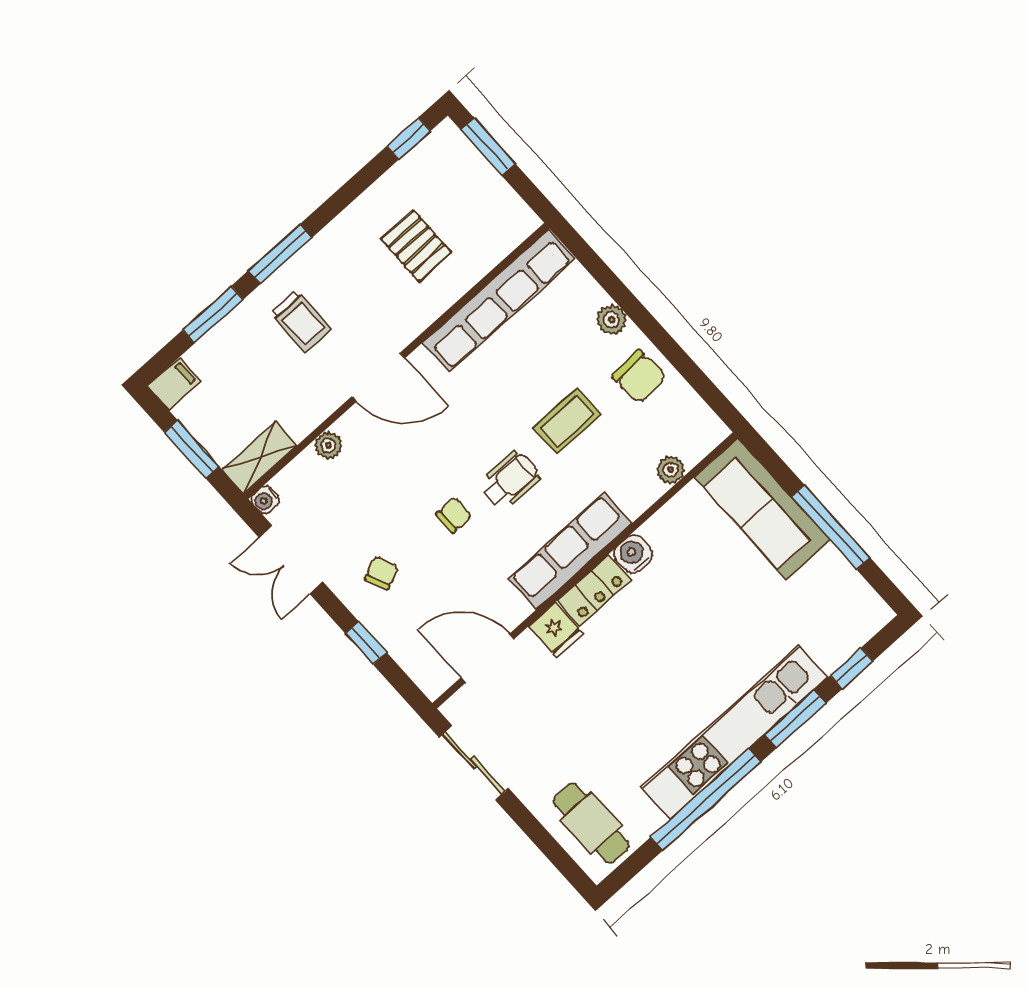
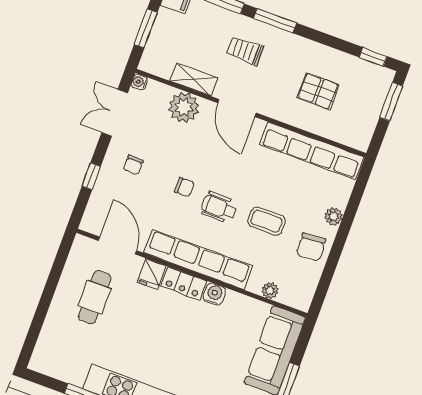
pallet: (416, 246) -> (318, 91), turned 90
trolley: (301, 321) -> (245, 51), turned 90
plant: (328, 445) -> (184, 107), width x1.88, depth x1.88
shelving: (260, 457) -> (194, 79), moved
wheelchair: (510, 480) -> (219, 208), turned 180
row of seats: (570, 551) -> (198, 259), width x1.36
chair: (382, 573) -> (133, 165), turned 114
sliding door: (474, 763) -> (58, 268), removed
cafe table: (591, 823) -> (95, 297), moved

